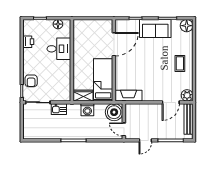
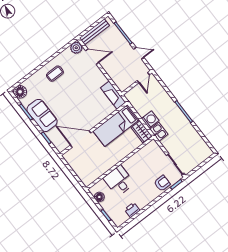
kitchen sink: (59, 109) -> (159, 132), moved
boiler: (114, 112) -> (136, 96), removed

